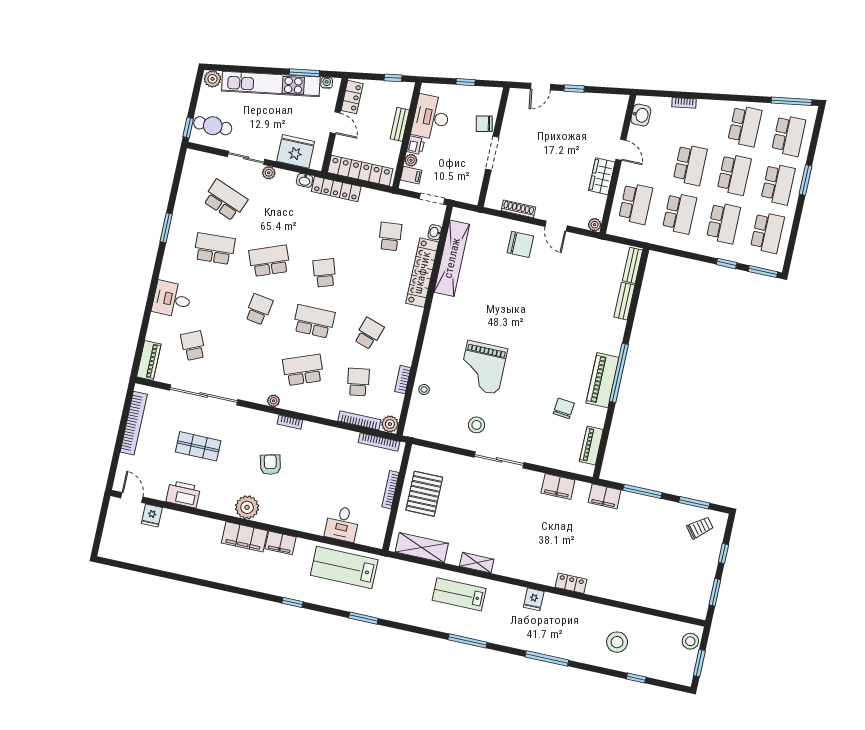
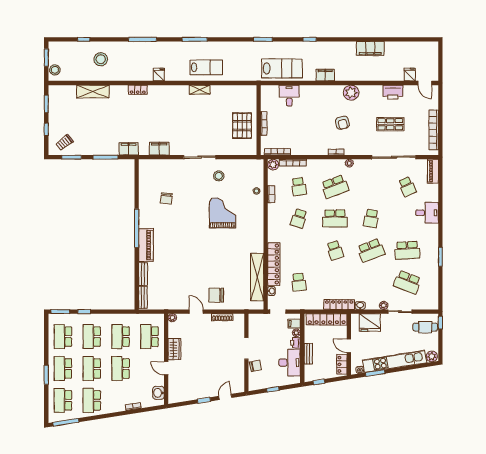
piano: (603, 380) -> (146, 245), moved
piano: (591, 445) -> (144, 179), removed
filing cabinet: (245, 537) -> (370, 48), moved, turned 180
shelving: (422, 548) -> (93, 92), moved

